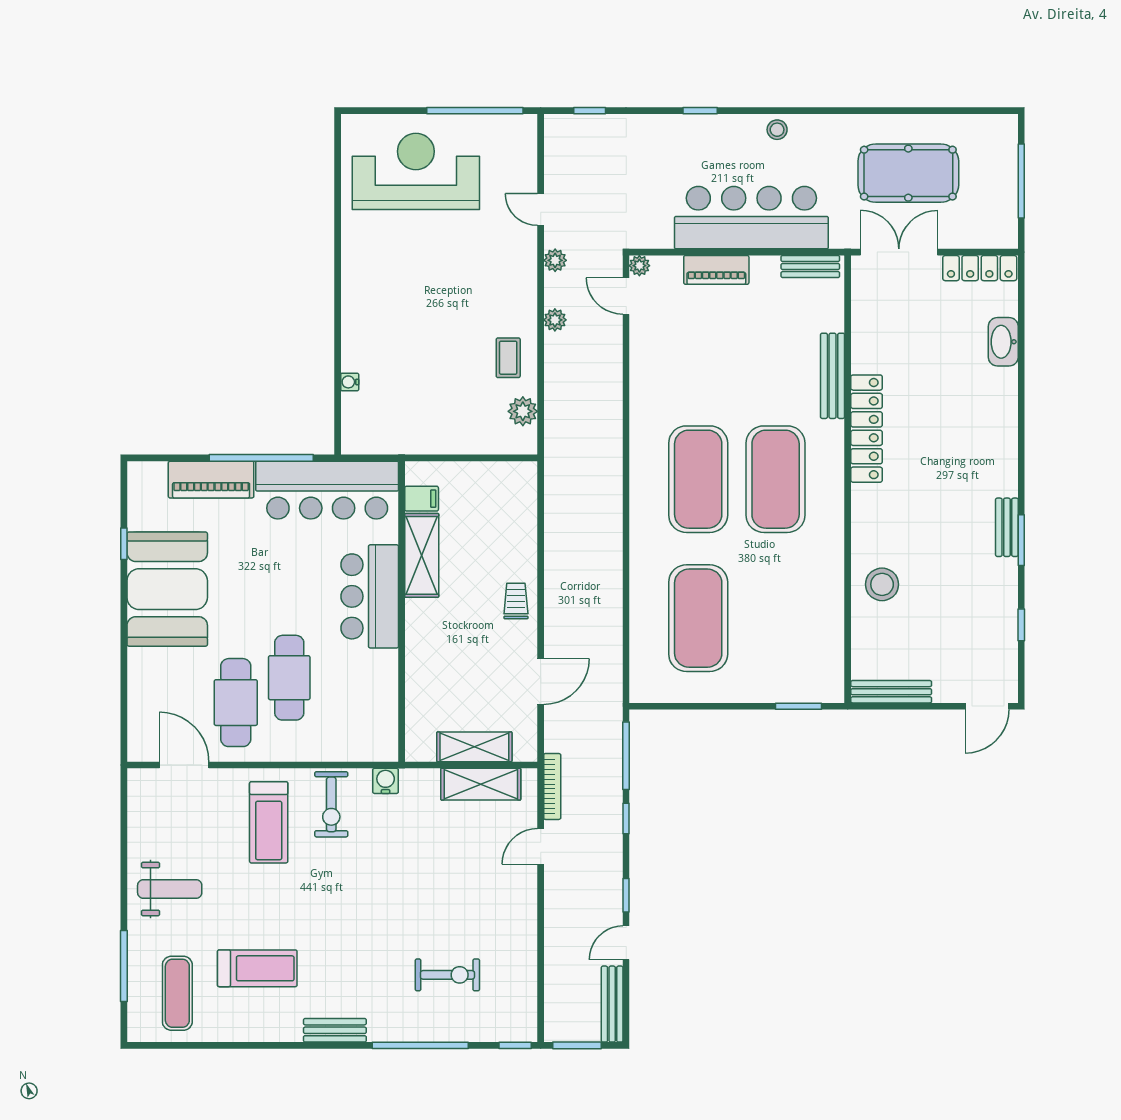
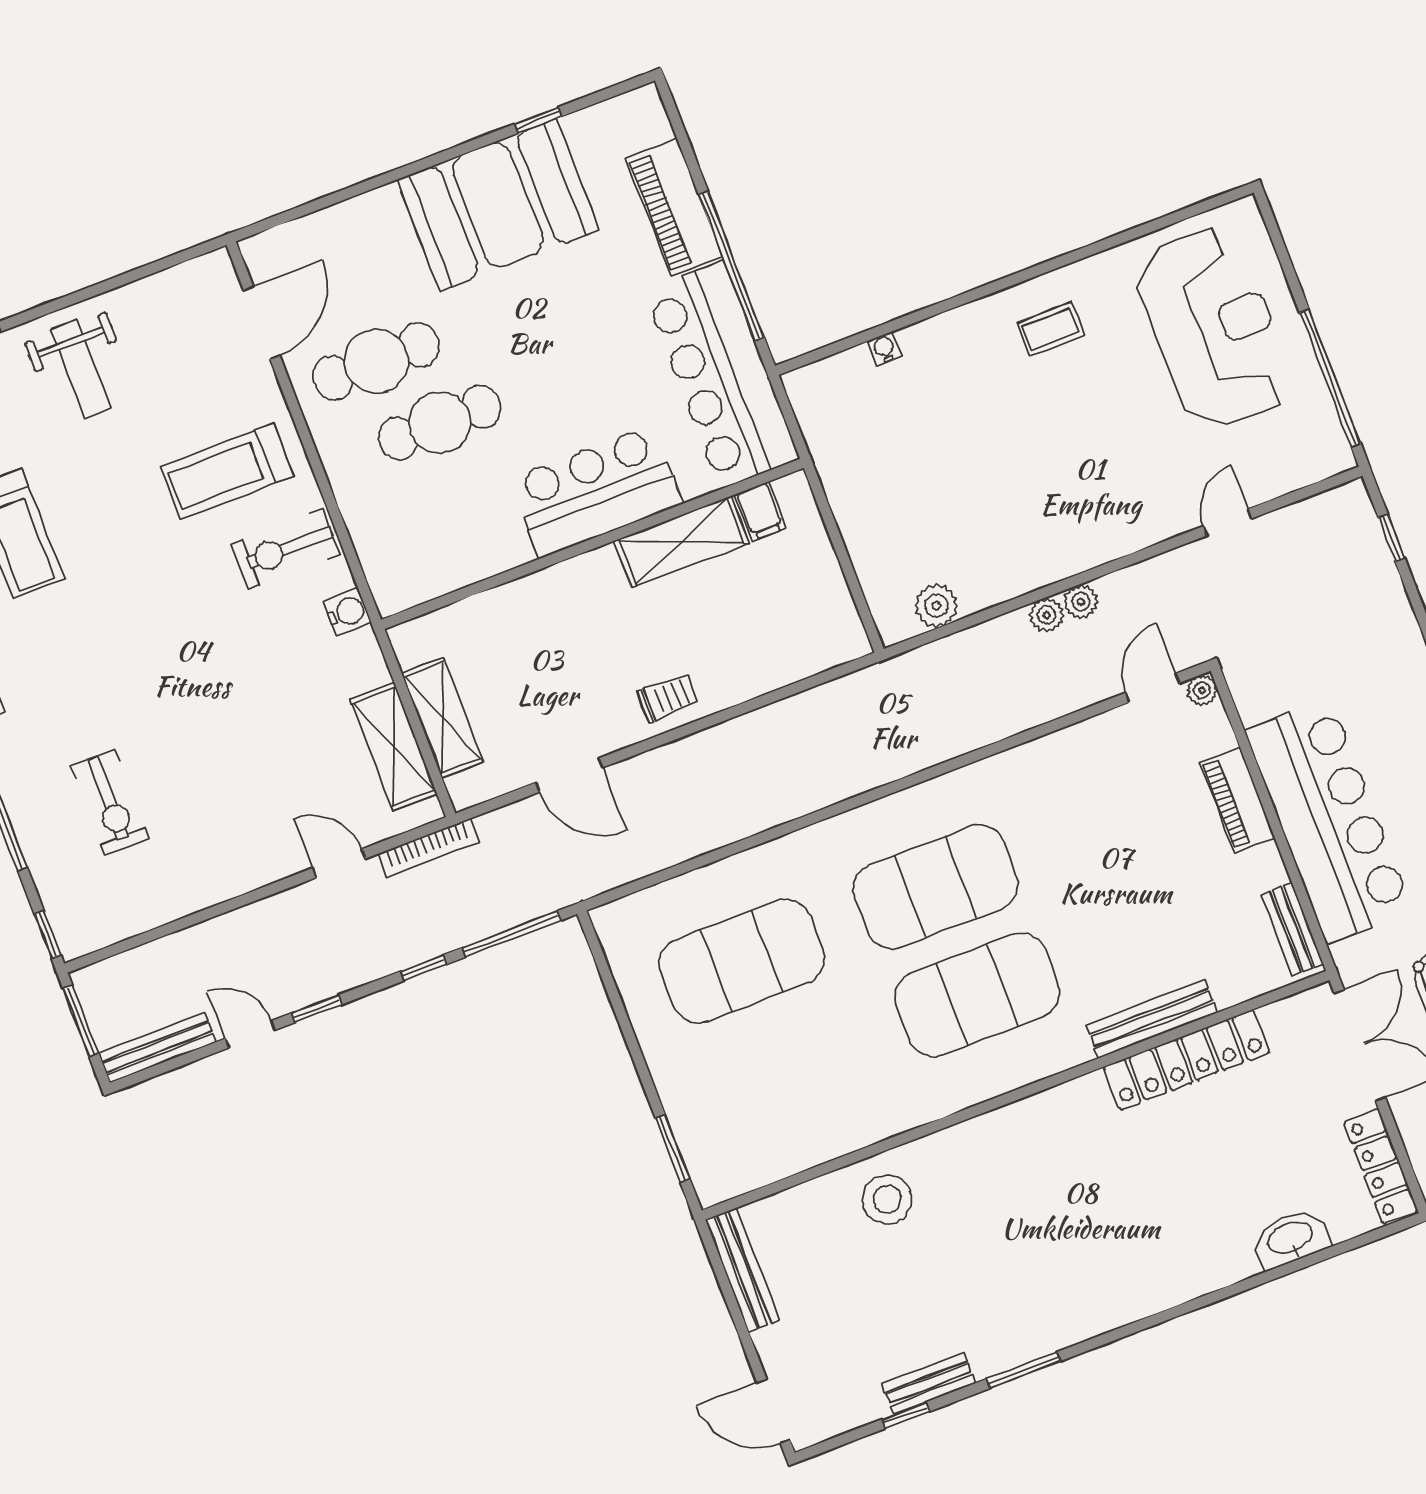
plant: (555, 260) -> (1047, 615), moved
coffee table: (508, 358) -> (1051, 329), moved
locker: (867, 429) -> (1187, 1060), moved
bench: (1007, 527) -> (928, 1384), moved

